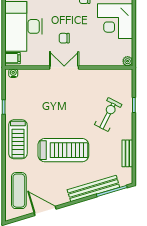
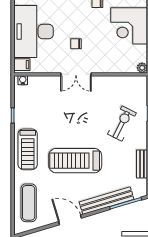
double door: (64, 67) -> (76, 74), swing flipped
treadmill: (63, 150) -> (75, 161), turned 180
door: (45, 211) -> (70, 220), moved

